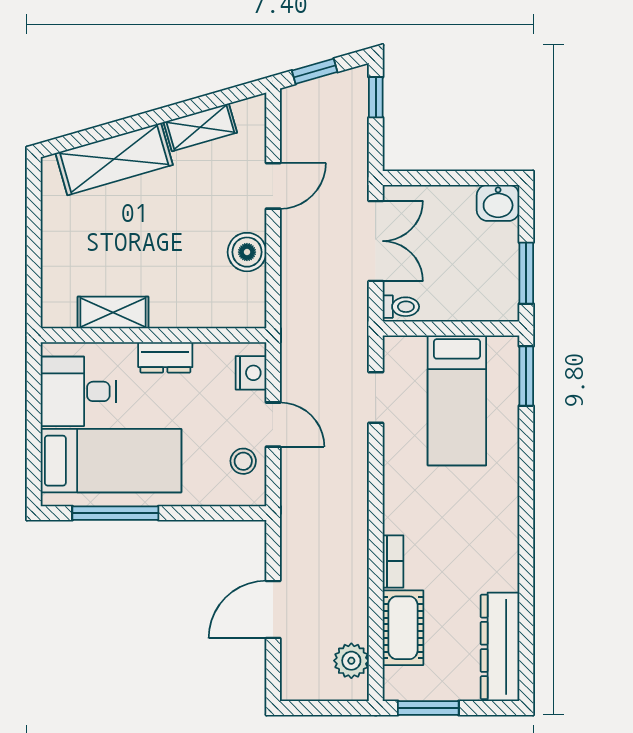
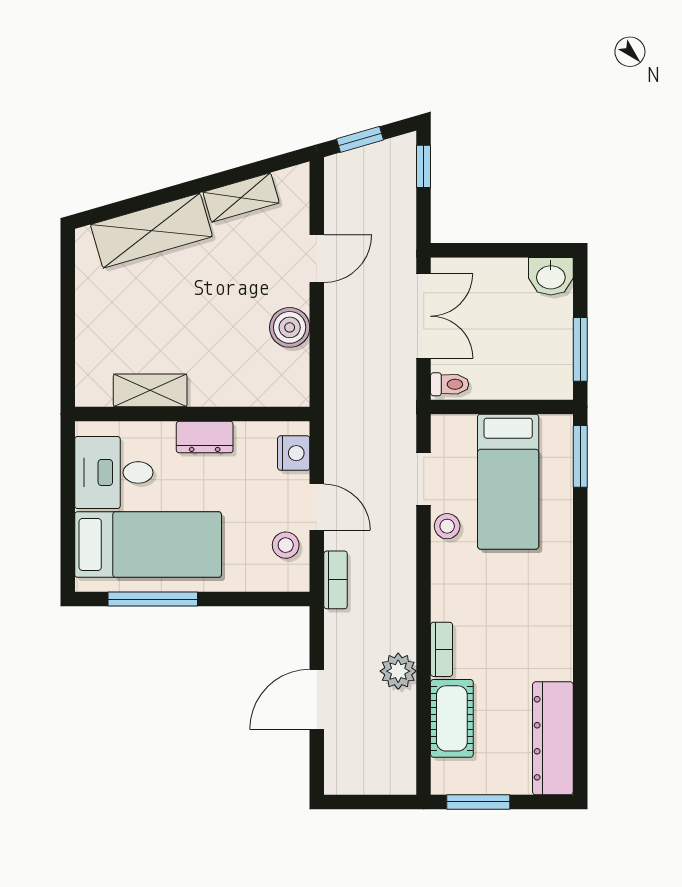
stool: (398, 443) -> (447, 526), added
bookcase: (291, 495) -> (336, 580), added
plant: (351, 661) -> (398, 671), moved

